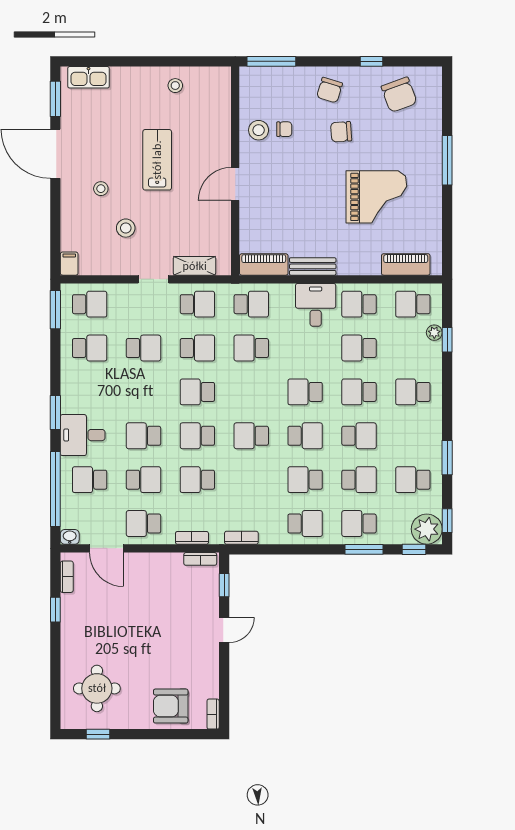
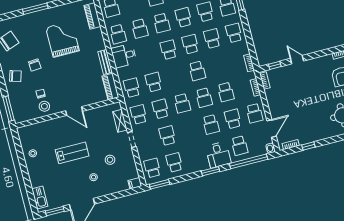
lab bench: (157, 160) -> (72, 153), turned 180
school desk: (251, 348) -> (154, 82), turned 180
school desk: (305, 392) -> (168, 50), turned 180
school desk: (305, 480) -> (212, 39), turned 180

